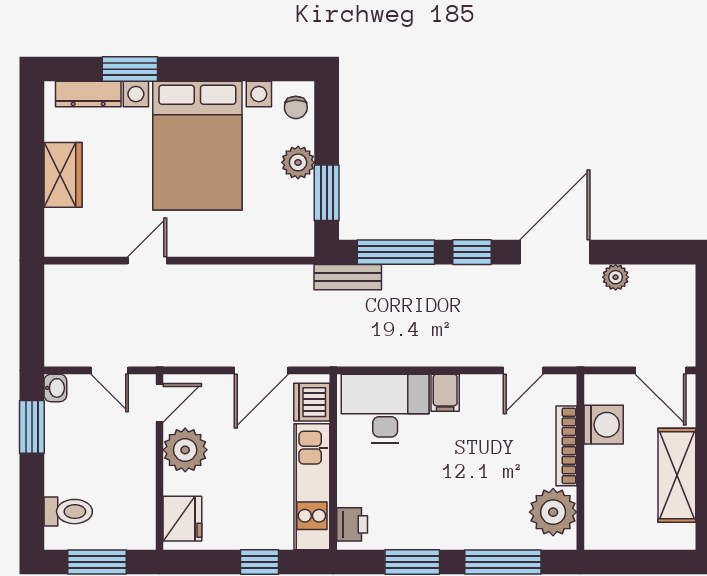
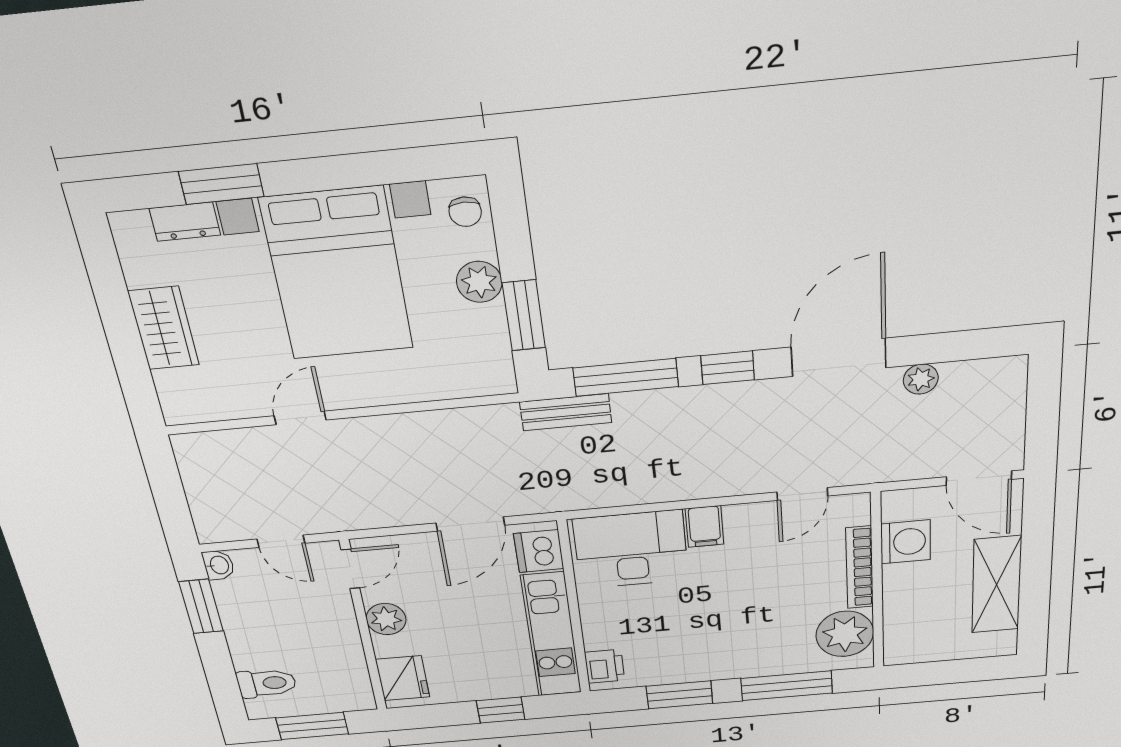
dresser: (88, 94) -> (185, 222), width x0.70
plant: (185, 450) -> (386, 619), width x0.73, depth x0.73

